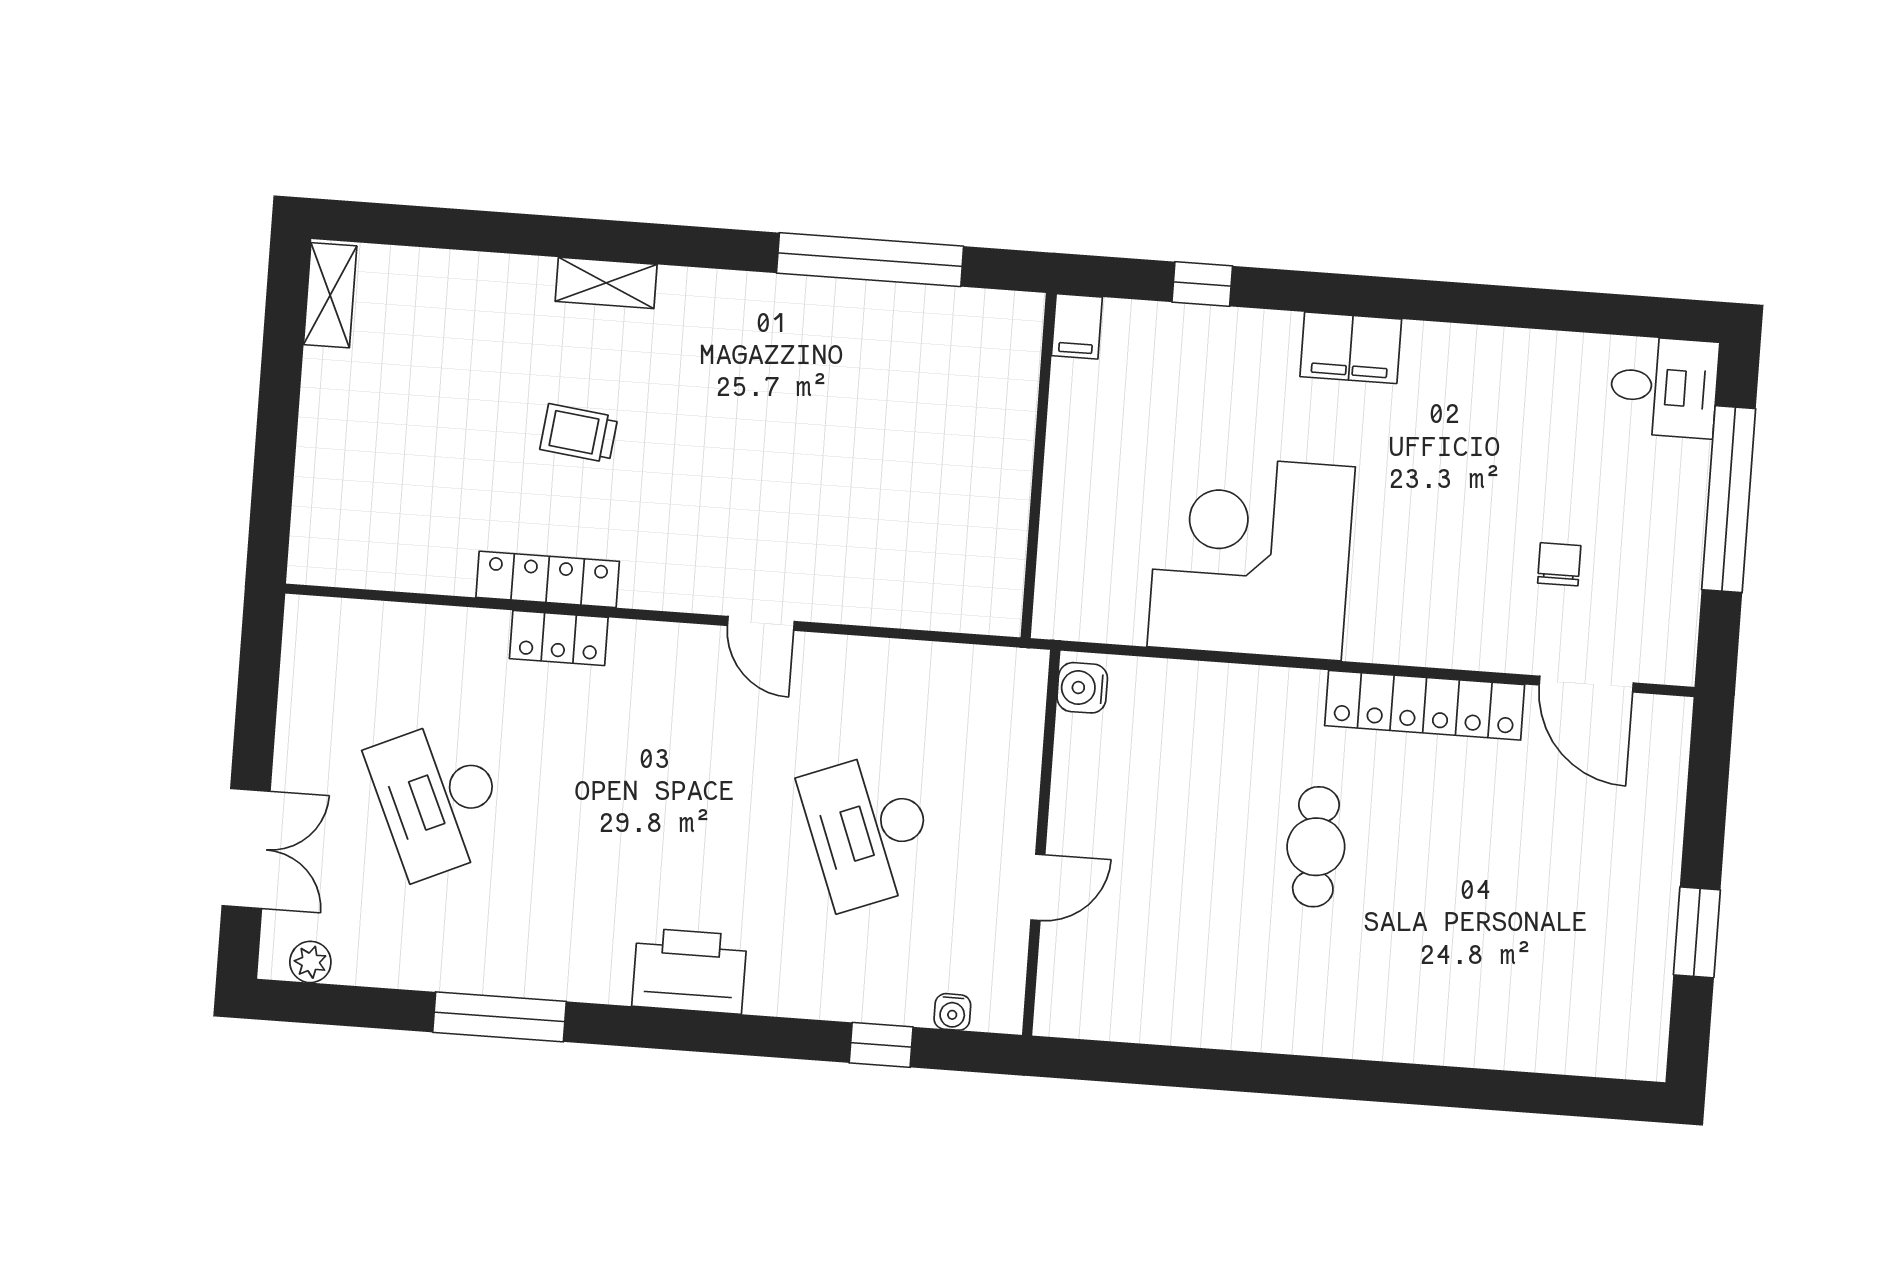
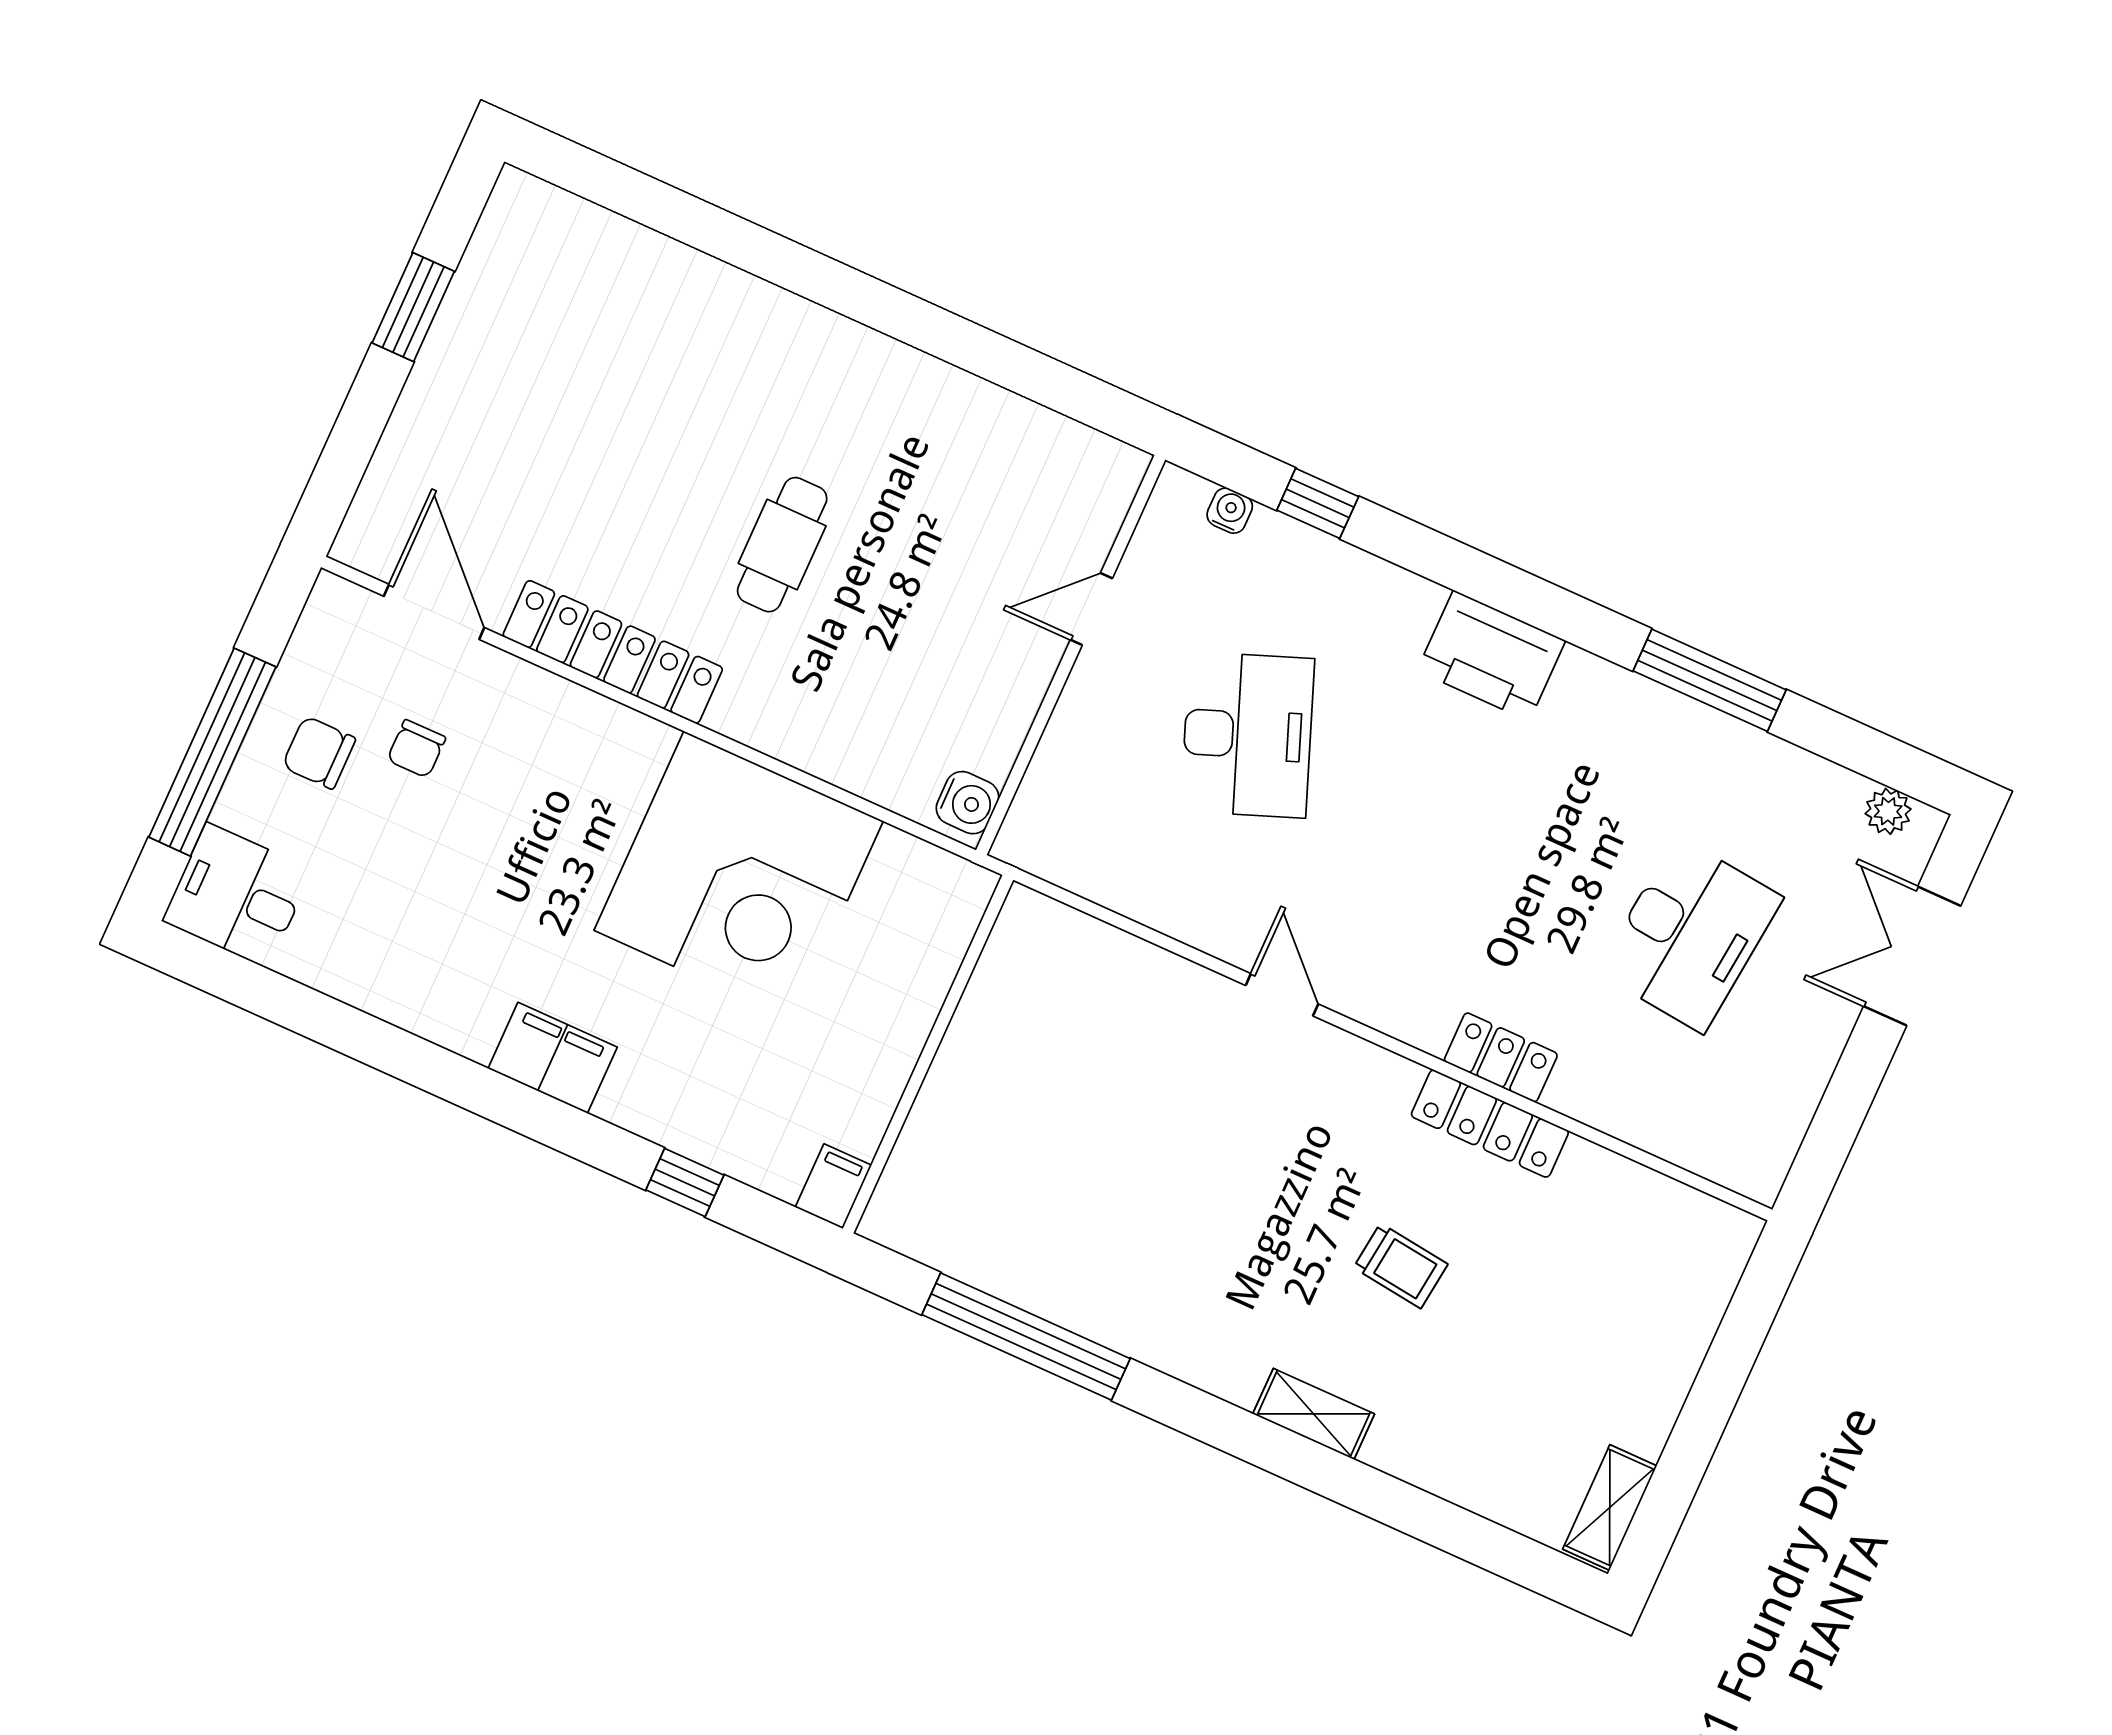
chair: (1639, 531) -> (319, 753), added
desk: (438, 798) -> (1690, 935), turned 30

